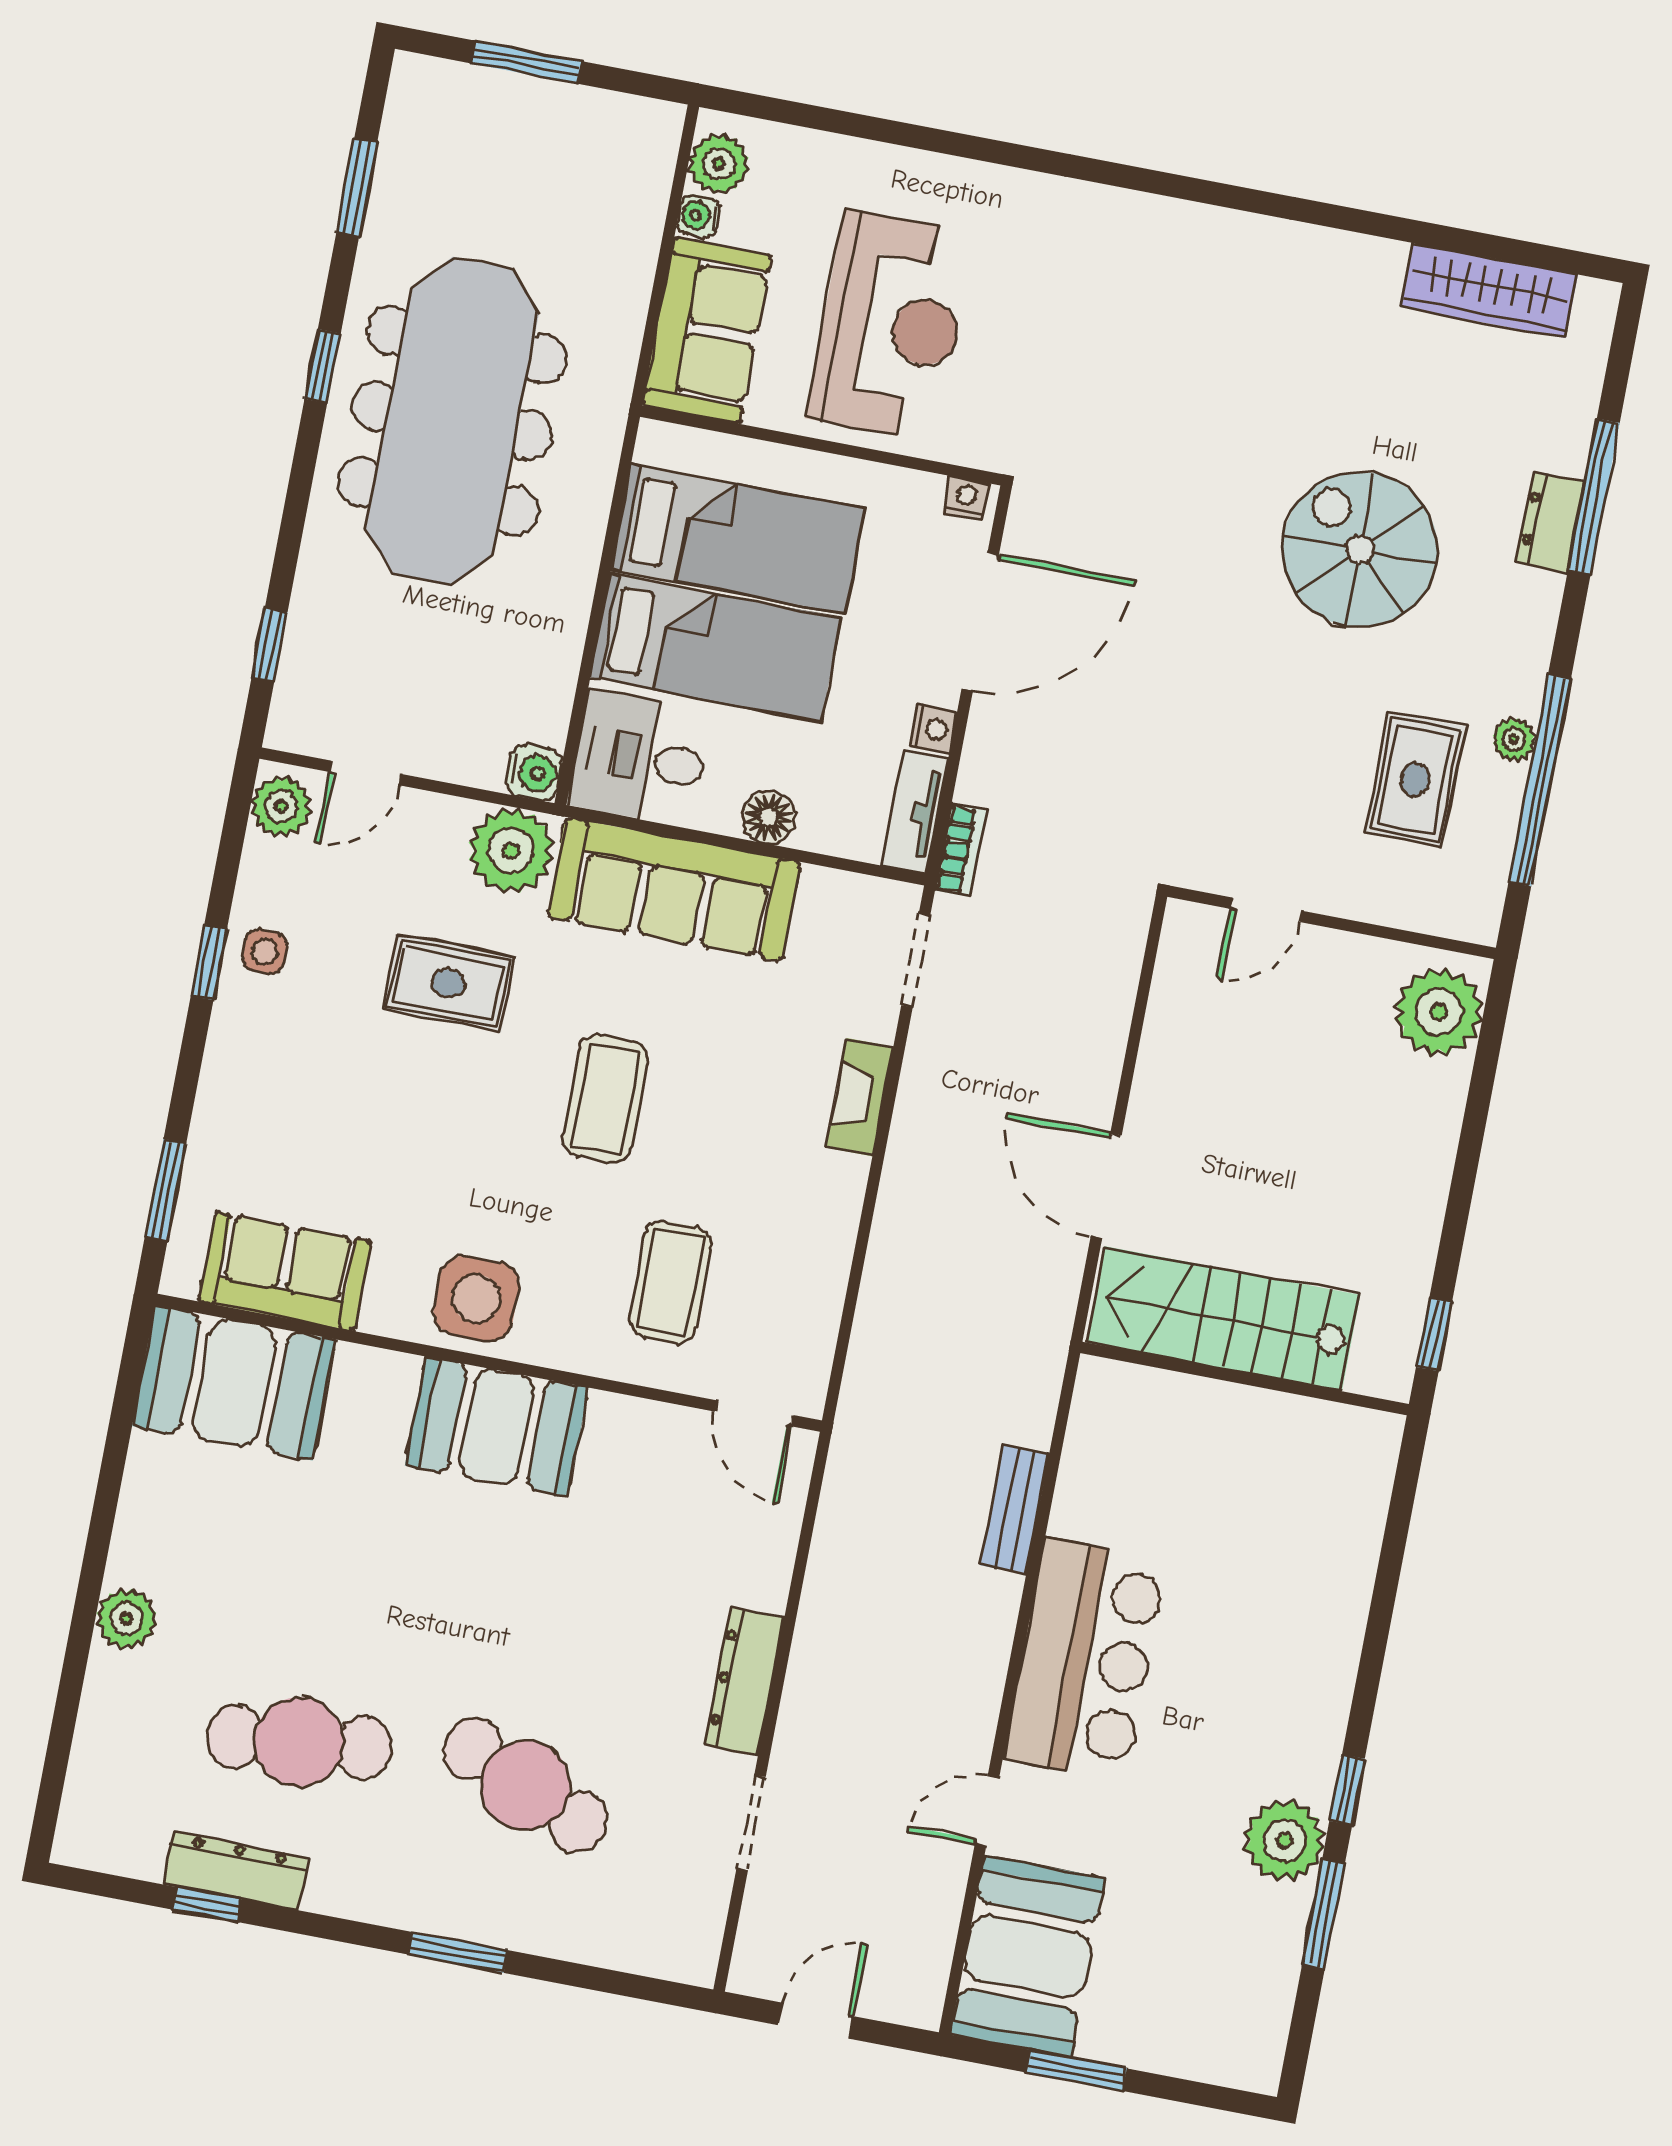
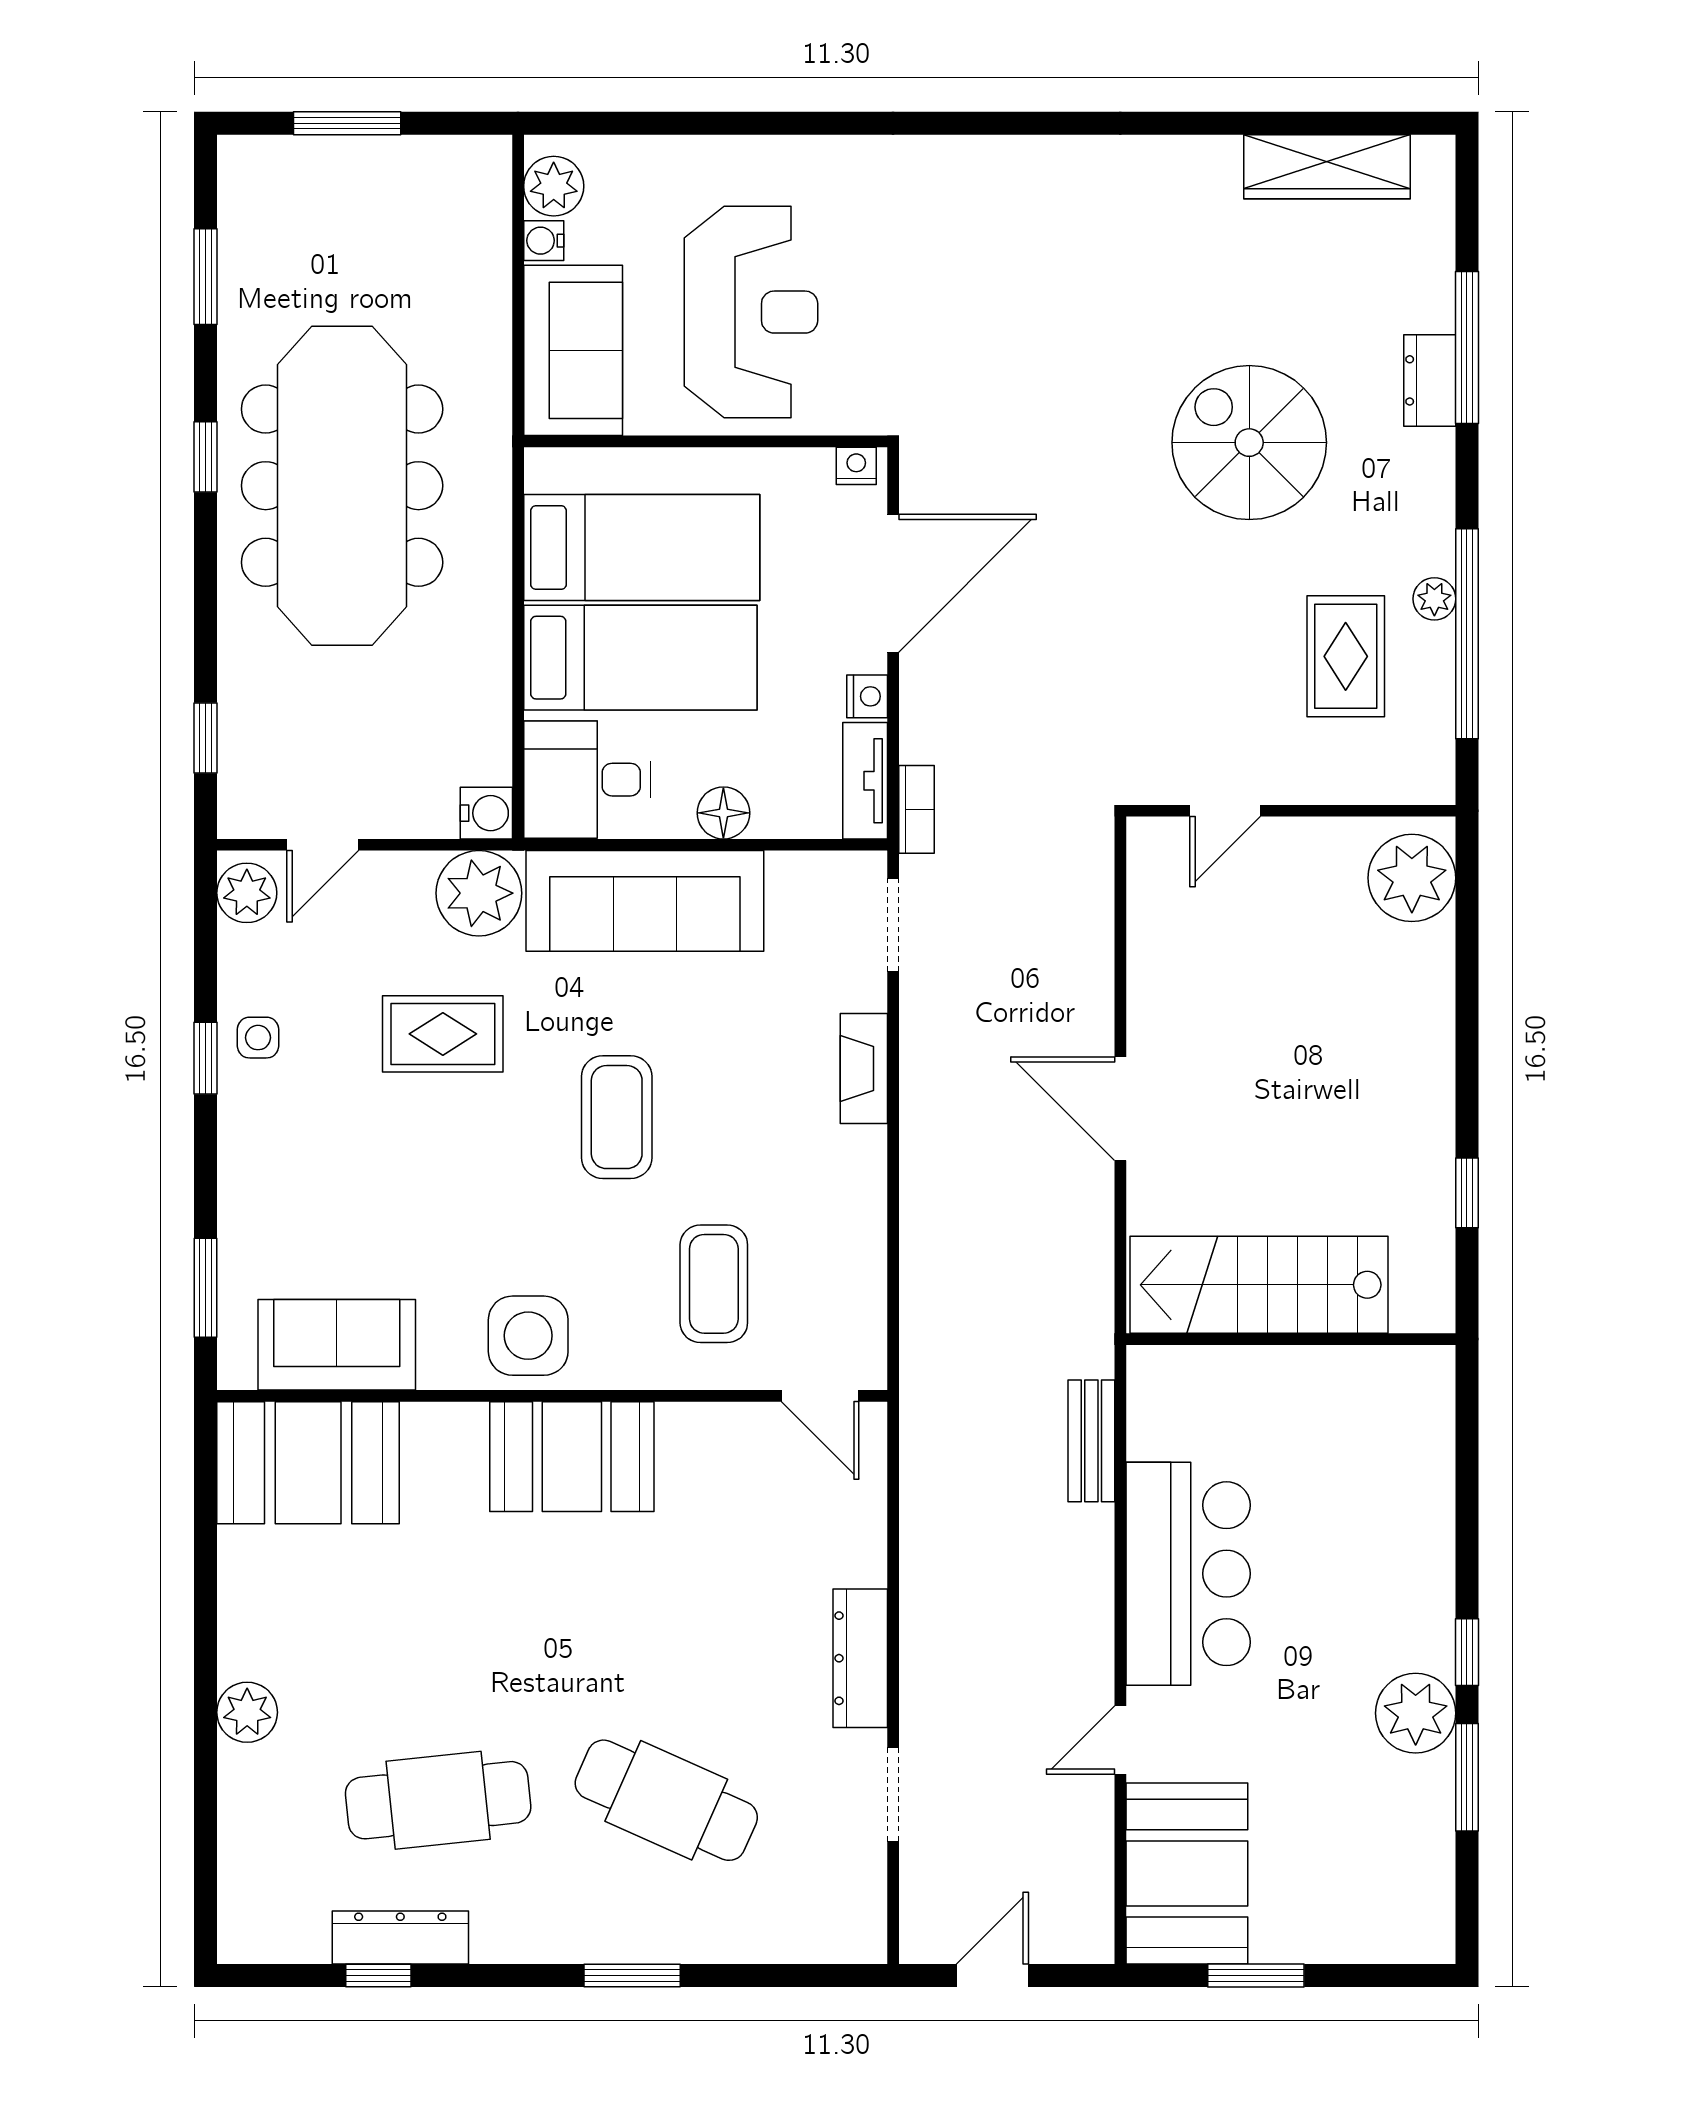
stairs: (1223, 1319) -> (1259, 1285), moved
wall: (1245, 1379) -> (1291, 1339), moved

